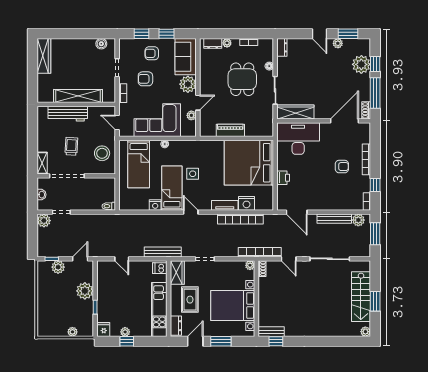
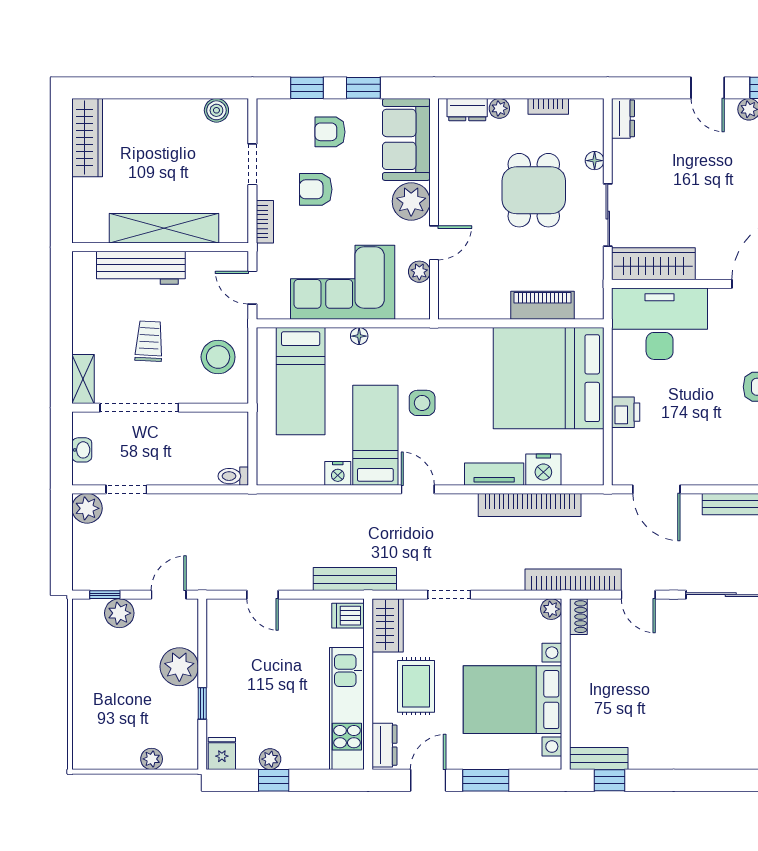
piano: (230, 130) -> (543, 305), moved

